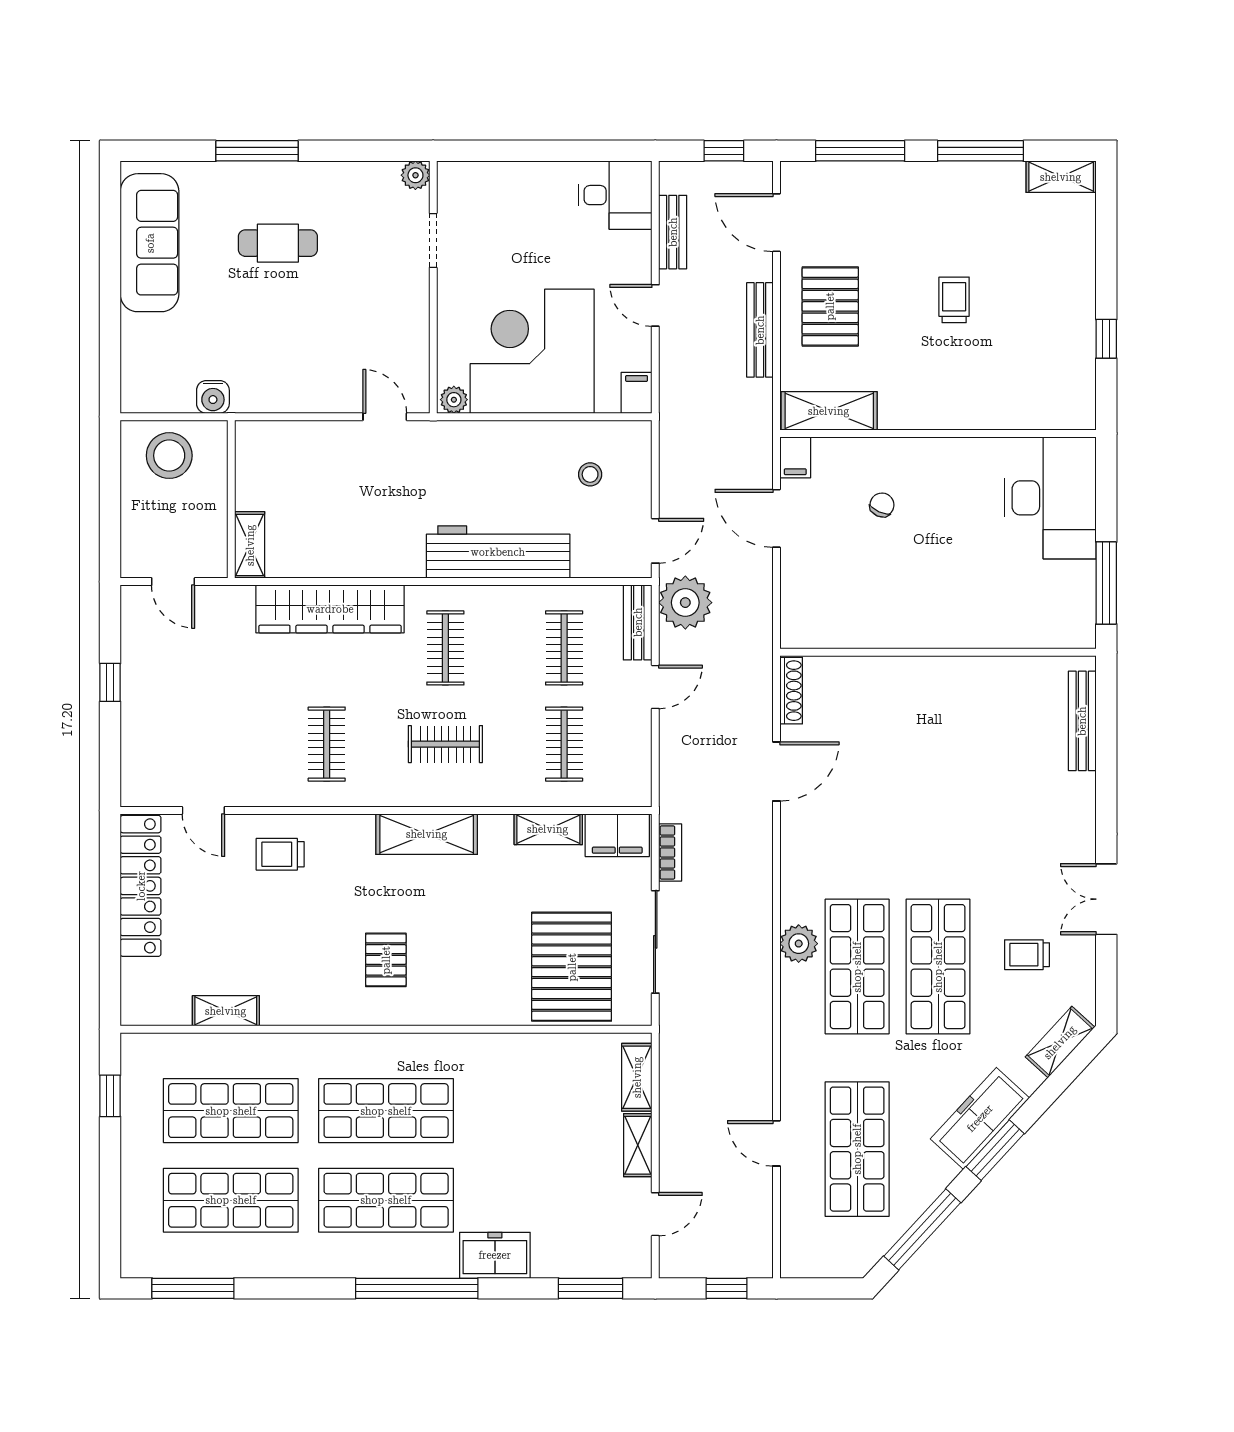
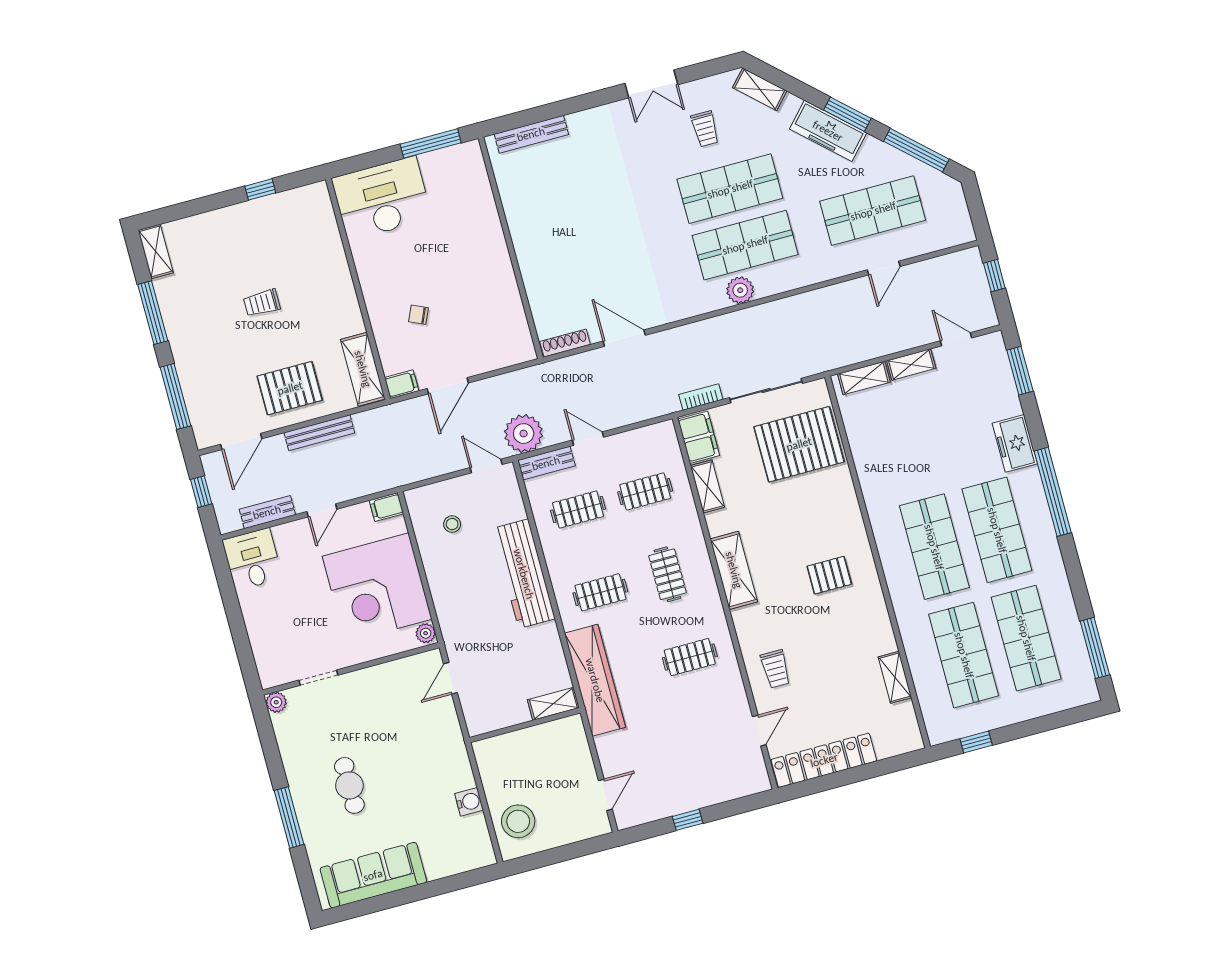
wall: (231, 499) -> (525, 725), moved
shelving: (250, 545) -> (553, 704), moved

